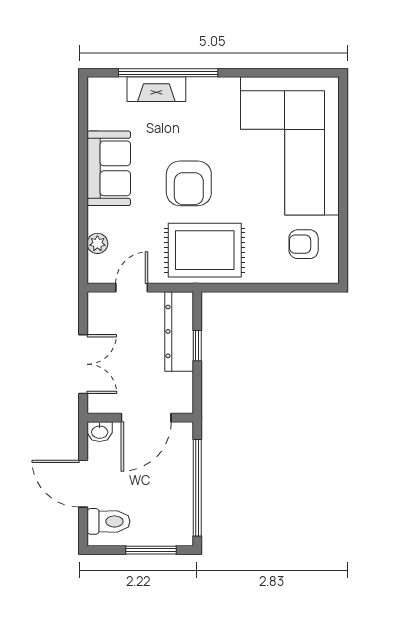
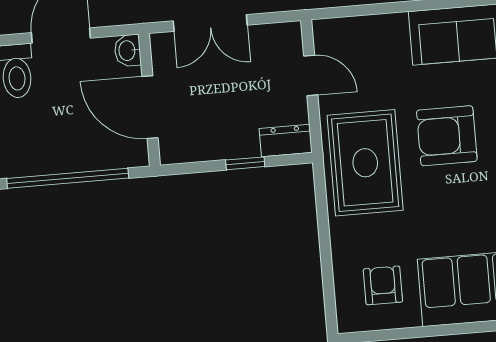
plant: (97, 243) -> (362, 28), removed
dresser: (179, 331) -> (286, 141), width x0.51, depth x0.80

